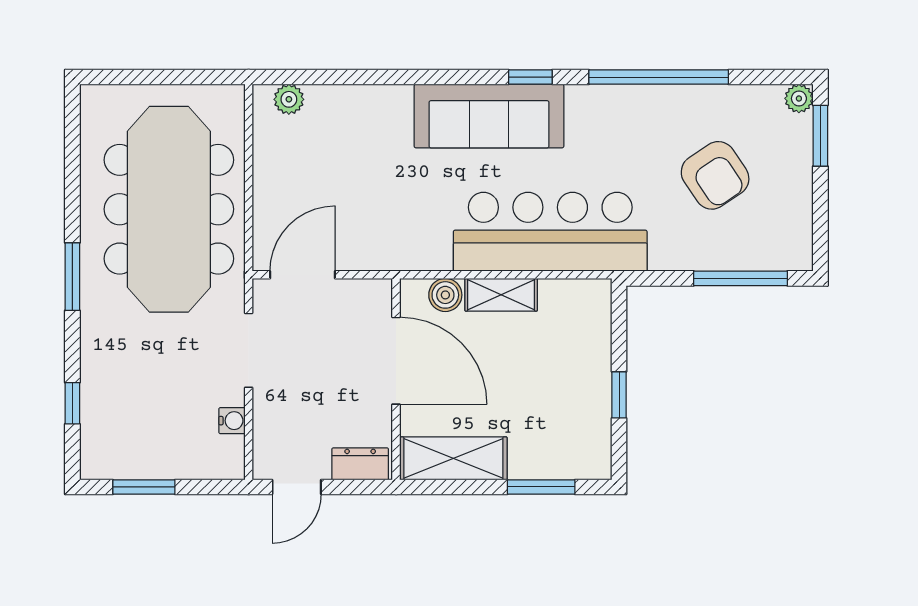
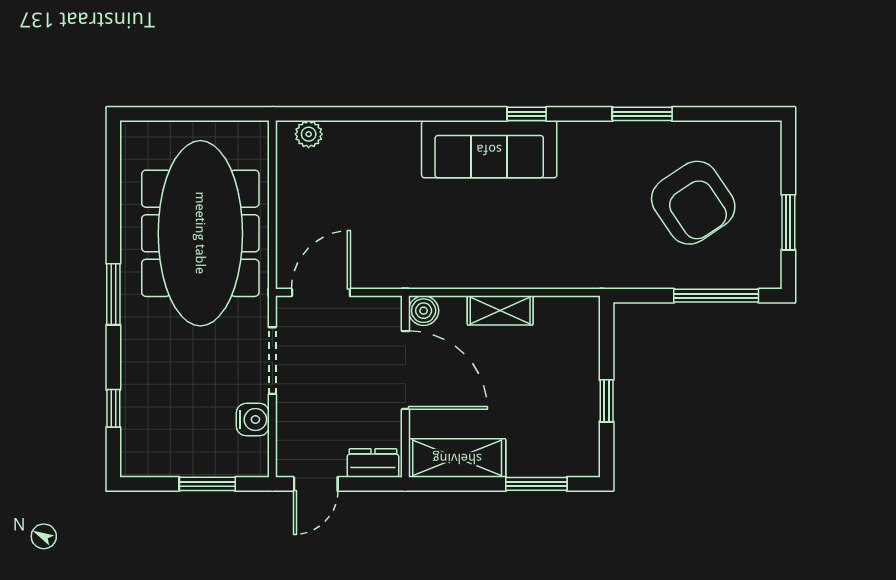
window: (659, 77) -> (642, 114), width x0.47
plant: (799, 98) -> (769, 133), removed
window: (820, 136) -> (788, 222), moved
armchair: (715, 175) -> (693, 203), width x1.36, depth x1.36
bar counter: (550, 232) -> (544, 254), removed
boiler: (445, 295) -> (424, 311), moved
water cooler: (232, 421) -> (253, 420), width x1.38, depth x1.38
window: (144, 487) -> (207, 484), moved

